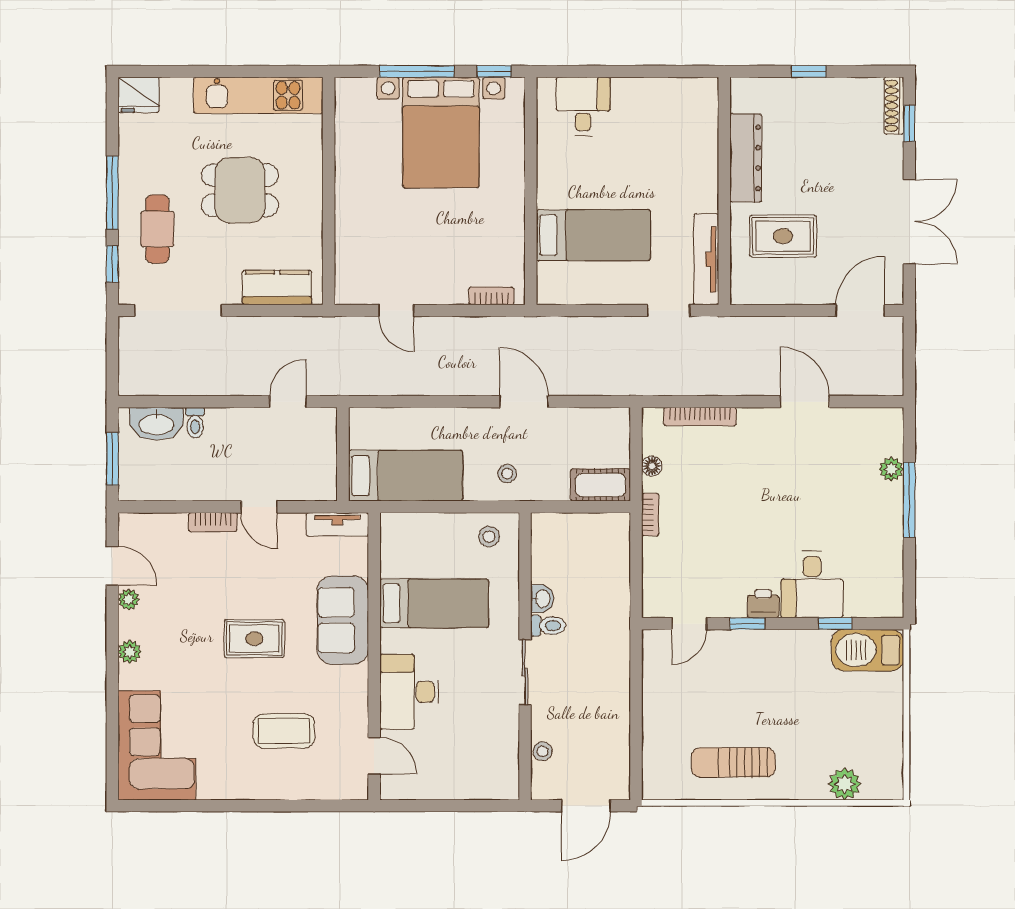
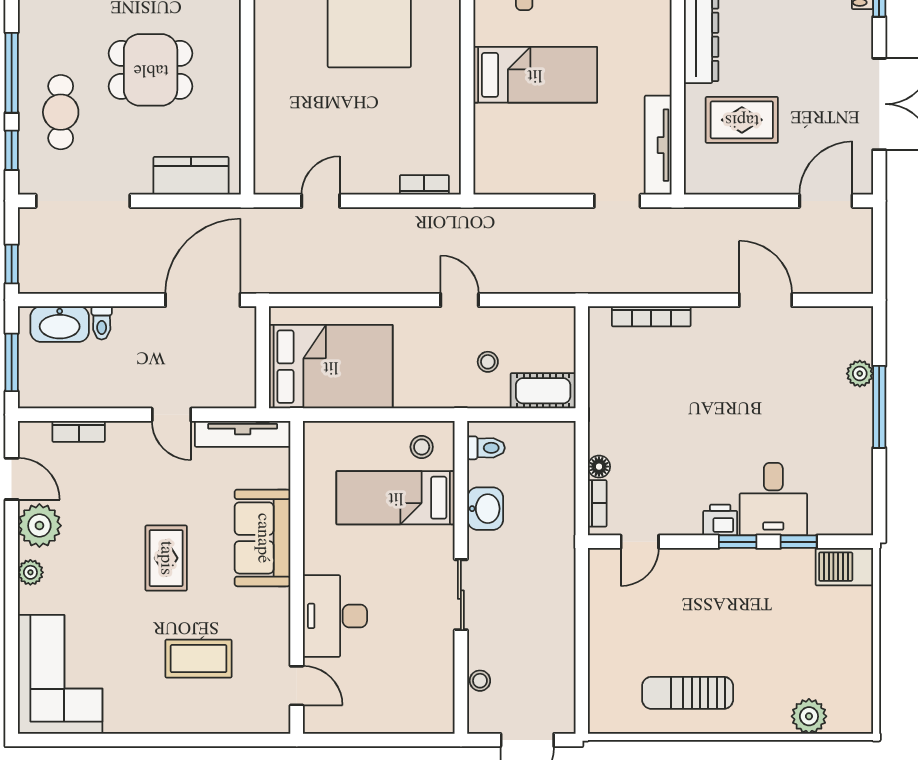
bed: (593, 235) -> (535, 75), moved
door: (396, 310) -> (321, 201), swing flipped
window: (112, 369) -> (12, 264), added
door: (288, 402) -> (203, 300), width x1.88
door: (524, 402) -> (460, 300), width x0.73
floor lamp: (652, 466) -> (599, 467), moved
stool: (507, 474) -> (488, 362), moved
bed: (405, 476) -> (331, 367), width x1.50
bookcase: (650, 515) -> (597, 503), moved
bookcase: (213, 522) -> (79, 431), moved
tv unit: (337, 524) -> (243, 434), width x1.41
plant: (129, 599) -> (39, 526), width x1.88, depth x1.88
washbasin: (542, 599) -> (485, 509), width x1.38, depth x1.45
bed: (434, 603) -> (396, 498), moved, turned 180
window: (747, 624) -> (738, 542), moved
toilet: (548, 626) -> (486, 448), moved
rug: (254, 639) -> (166, 558), turned 90
barbecue: (867, 650) -> (844, 567), width x0.73, depth x0.83

